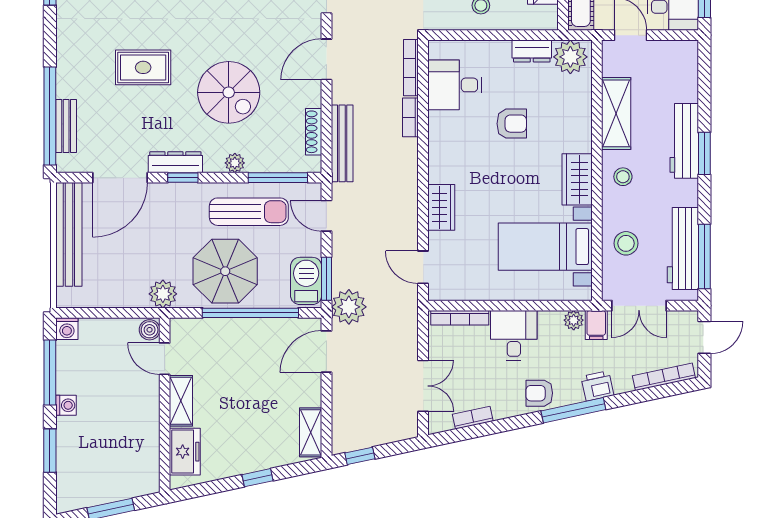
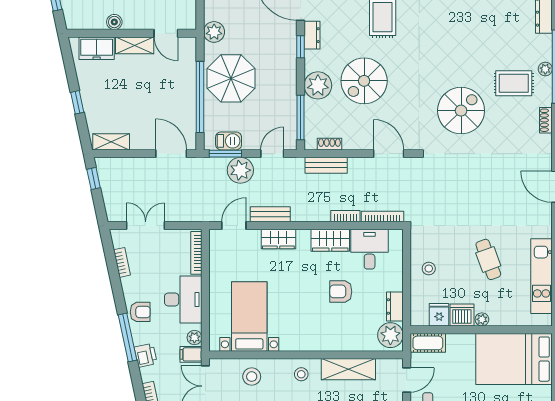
armchair: (512, 124) -> (341, 291), turned 90
shoe rack: (314, 132) -> (329, 144), width x0.70
bench: (342, 143) -> (326, 165), width x0.73
dresser: (175, 162) -> (312, 35), width x0.70
plant: (235, 163) -> (318, 85), width x1.87, depth x1.87
wardrobe: (577, 179) -> (330, 240), moved, turned 180
sun lounger: (249, 212) -> (275, 96), removed
bench: (408, 218) -> (270, 214), added
barbecue: (306, 281) -> (229, 141), width x0.73, depth x0.79
plant: (349, 307) -> (240, 170), moved
boiler: (150, 330) -> (114, 22), moved
desk: (514, 335) -> (183, 299), width x1.37
door: (165, 359) -> (166, 33), swing flipped
double door: (423, 386) -> (146, 225), swing flipped
armchair: (539, 393) -> (140, 312), turned 90

